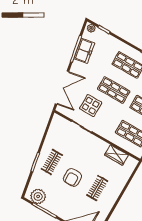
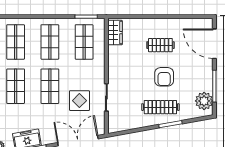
wardrobe: (116, 155) -> (115, 33), moved
clothes rail: (52, 162) -> (160, 107), width x1.36
armchair: (72, 177) -> (164, 77), turned 90

